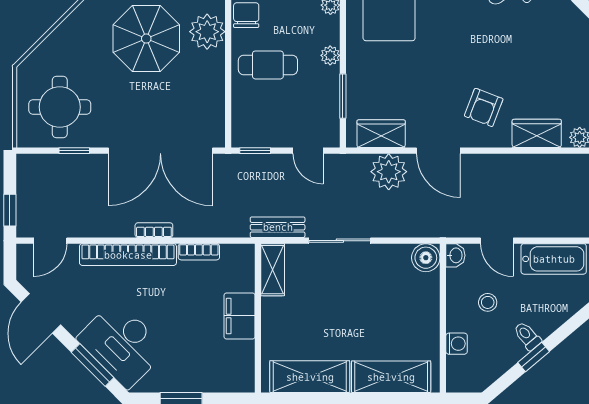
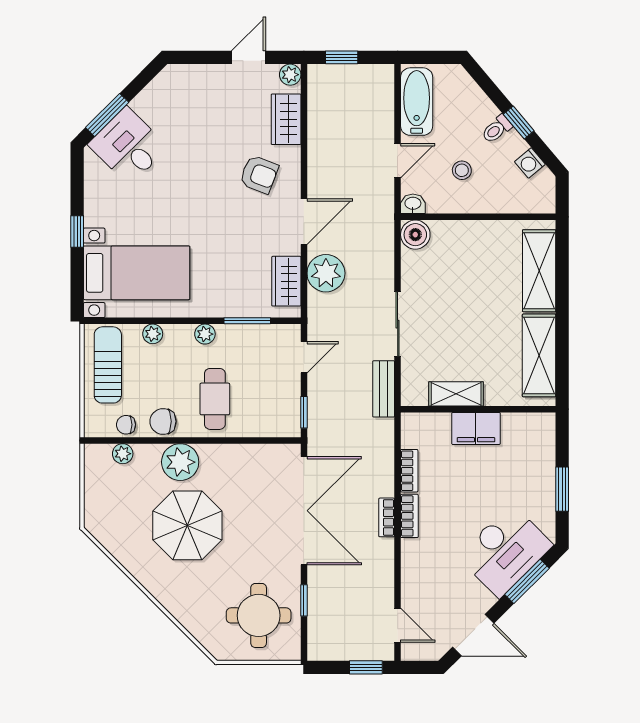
bookcase: (128, 255) -> (409, 516), width x0.43, depth x0.76
shelving: (273, 270) -> (456, 394), moved
washing machine: (457, 344) -> (530, 163), moved, turned -130

